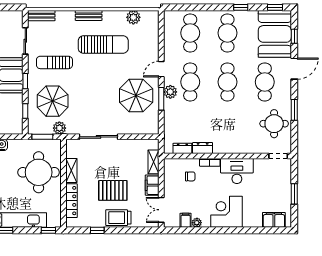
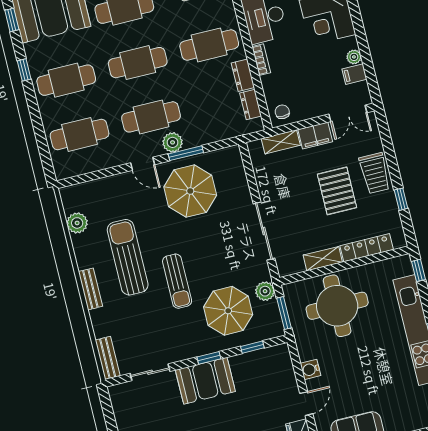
sun lounger: (54, 62) -> (177, 281), moved
cafe table: (227, 131) -> (209, 45), added
chair: (190, 176) -> (282, 112), moved

